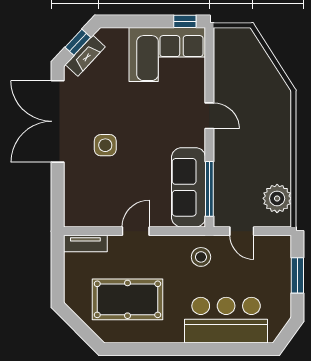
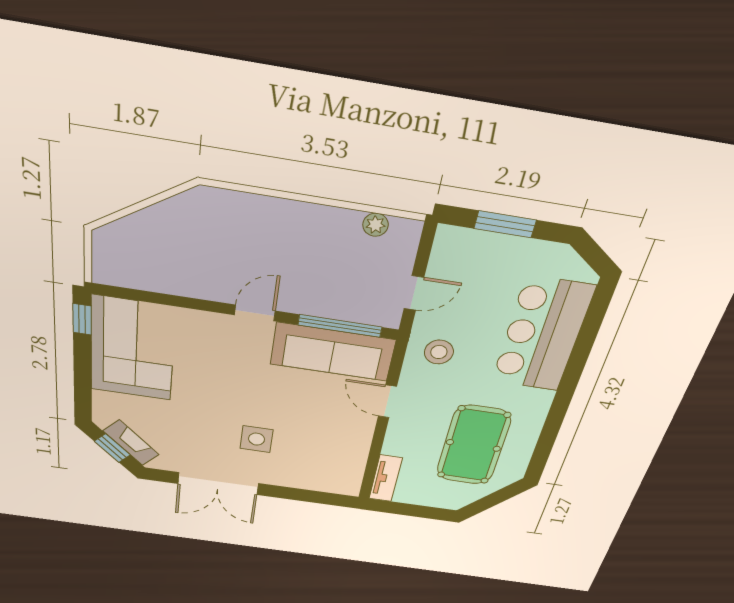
door: (209, 116) -> (255, 313), moved
double door: (58, 121) -> (218, 484), width x0.73
plant: (277, 198) -> (376, 225), width x0.53, depth x0.53
door: (136, 231) -> (387, 401), moved

